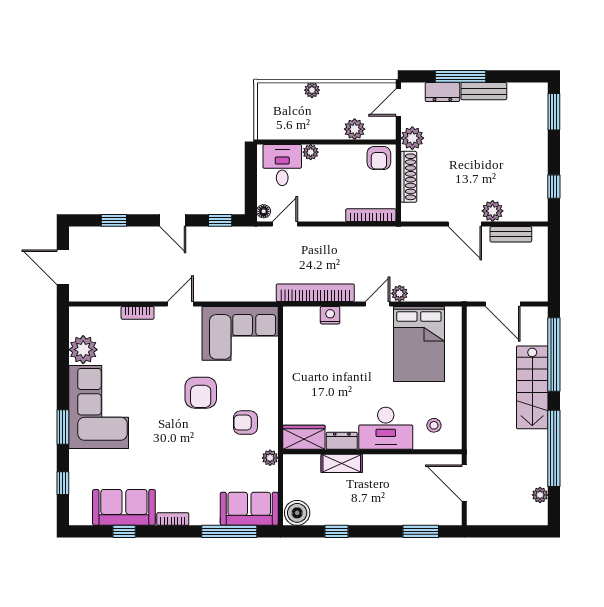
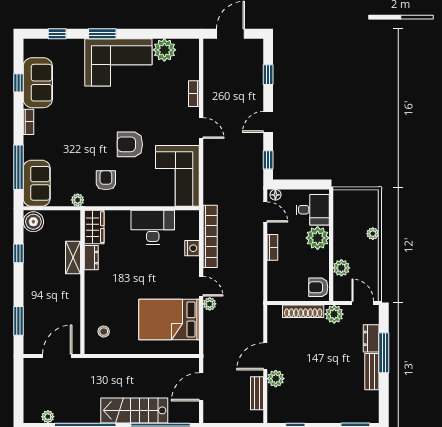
plant: (311, 152) -> (318, 238), width x1.87, depth x1.87
bookcase: (371, 215) -> (272, 247), moved, width x0.64
desk: (386, 428) -> (153, 227), moved, turned 90

